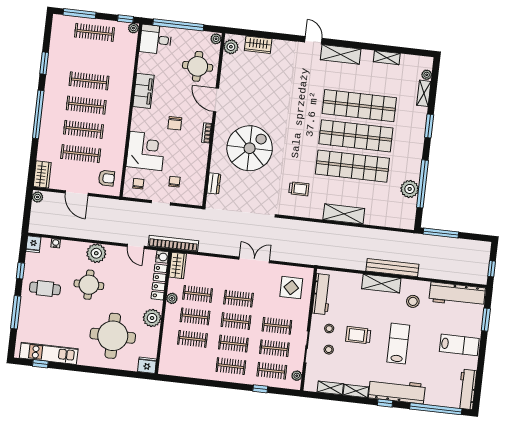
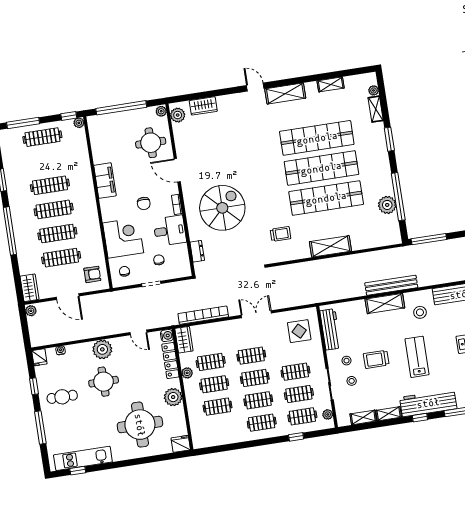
desk: (156, 40) -> (170, 231), moved, turned 180
bookcase: (173, 243) -> (203, 315), moved

